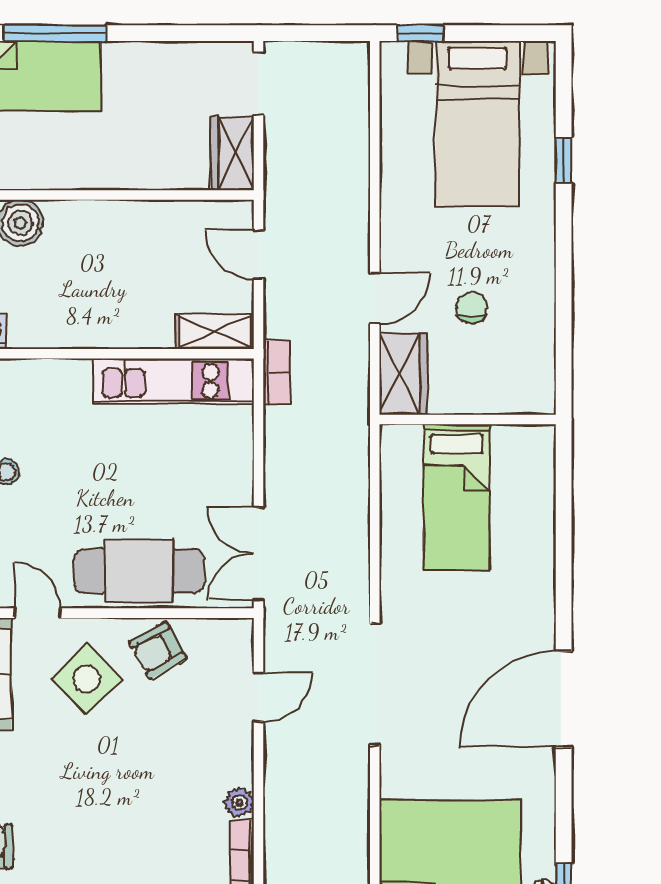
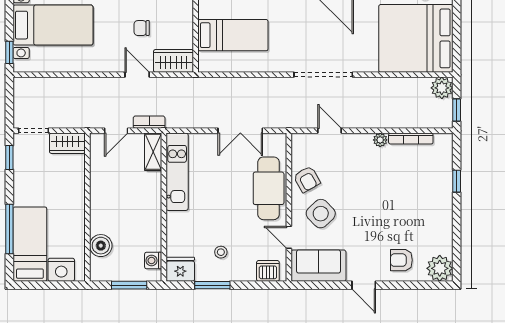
window: (203, 33) -> (9, 158), added
bookcase: (276, 372) -> (149, 122), moved
double door: (259, 554) -> (240, 131), moved
door: (37, 613) -> (289, 237), hinge flipped

